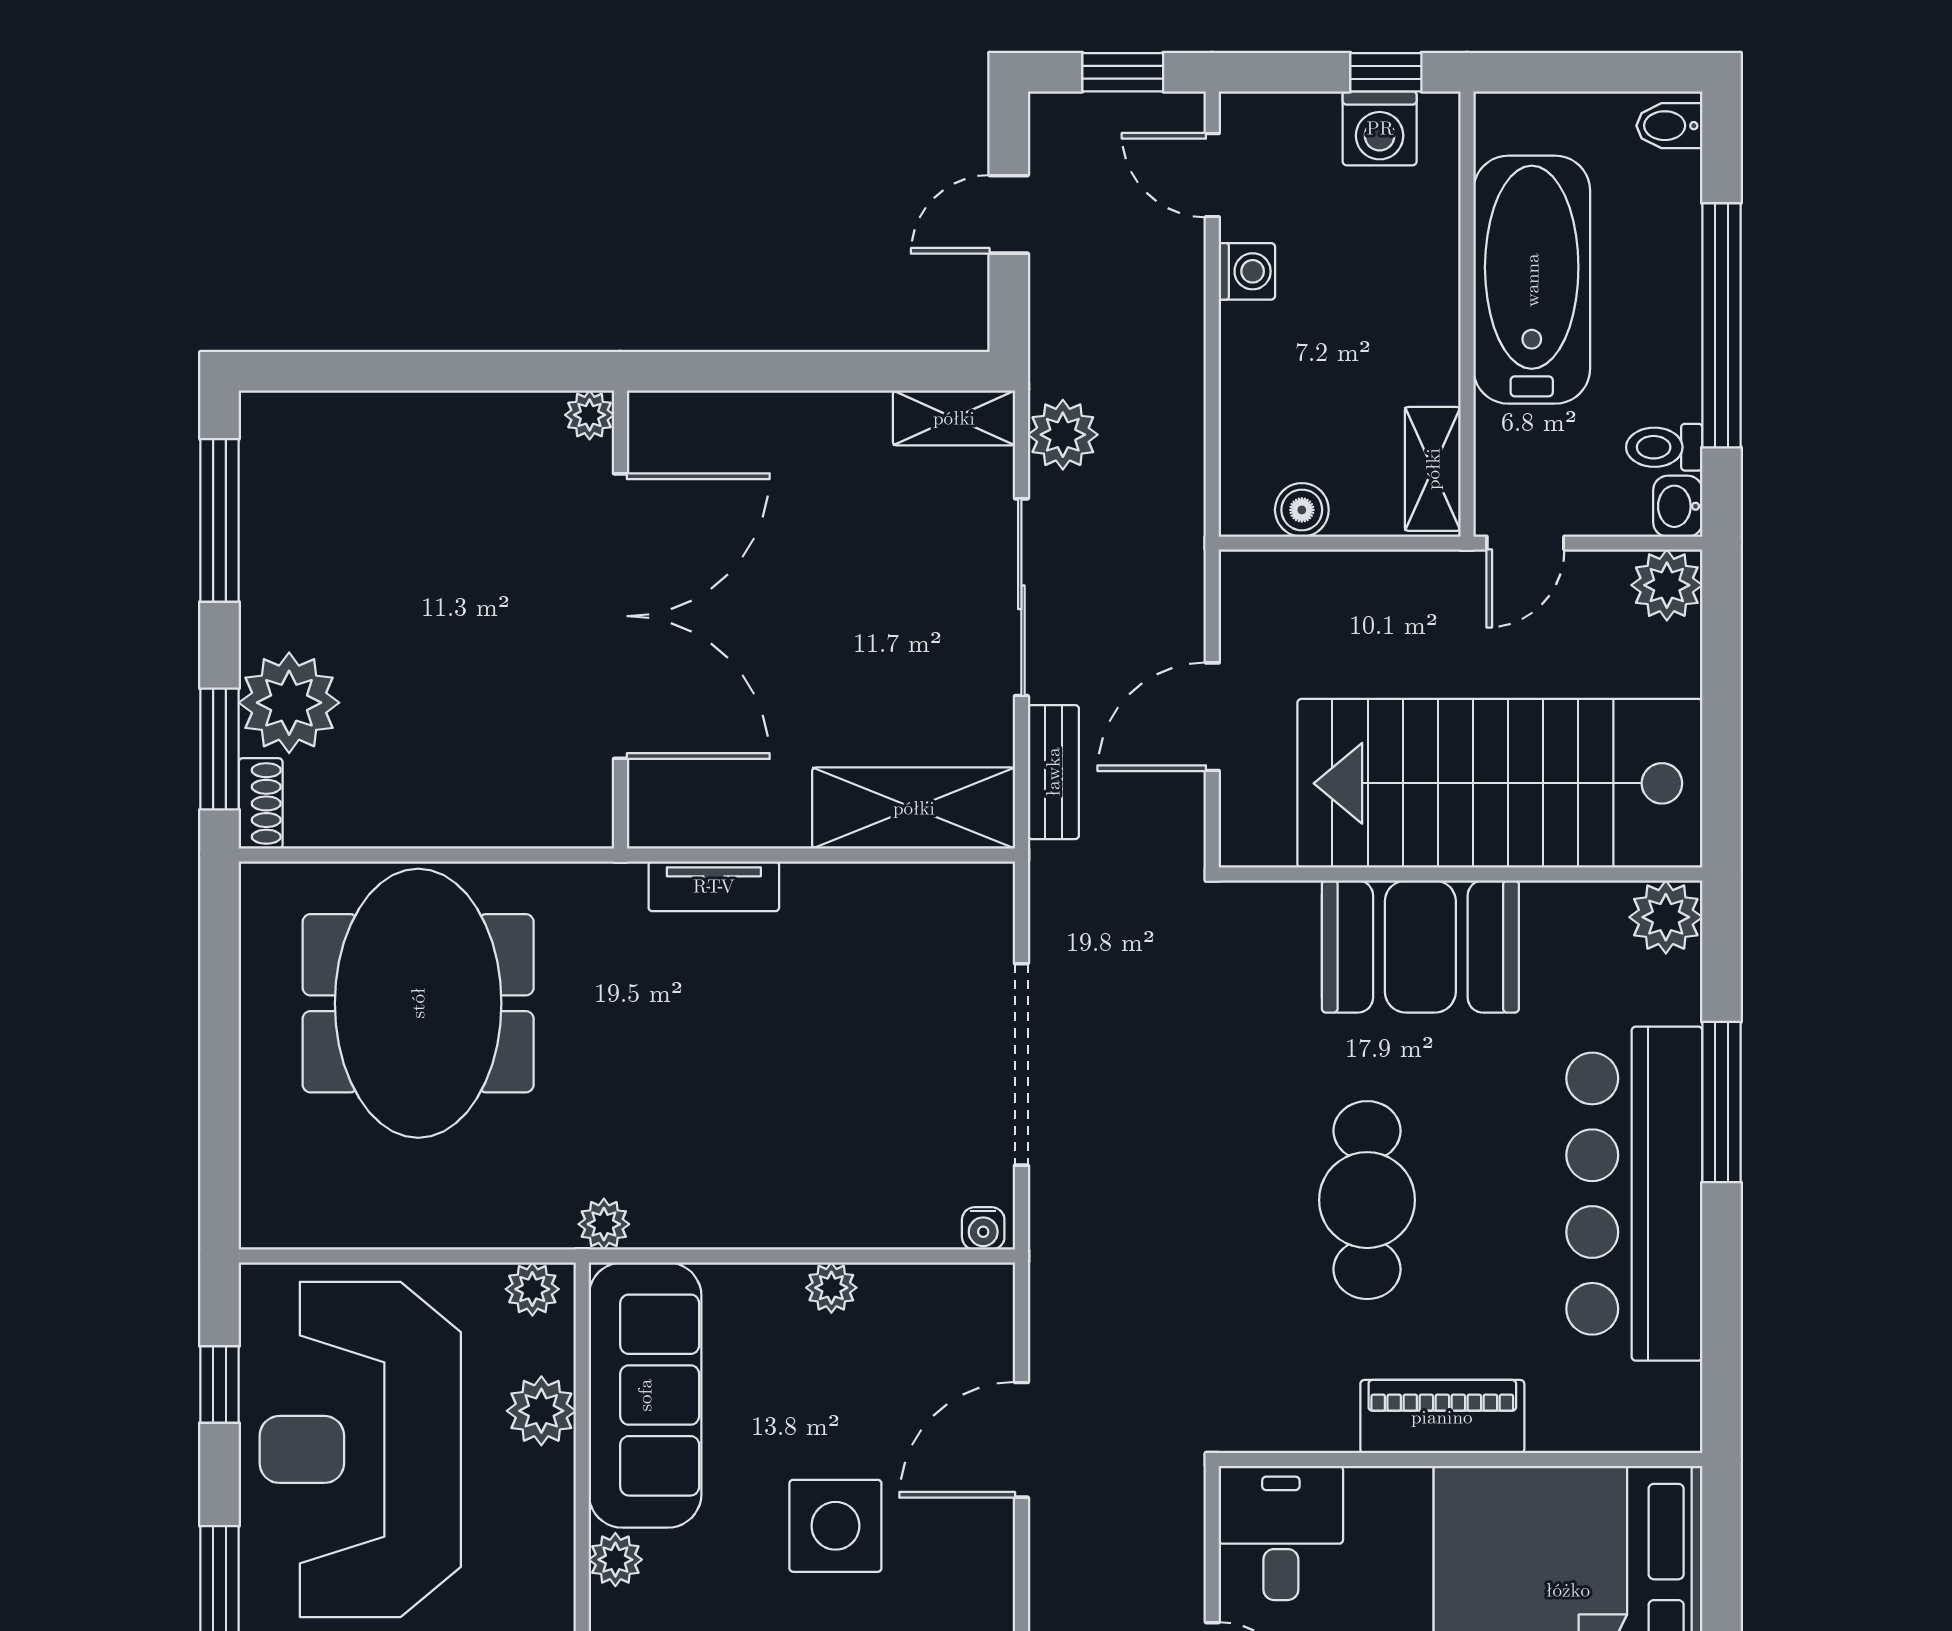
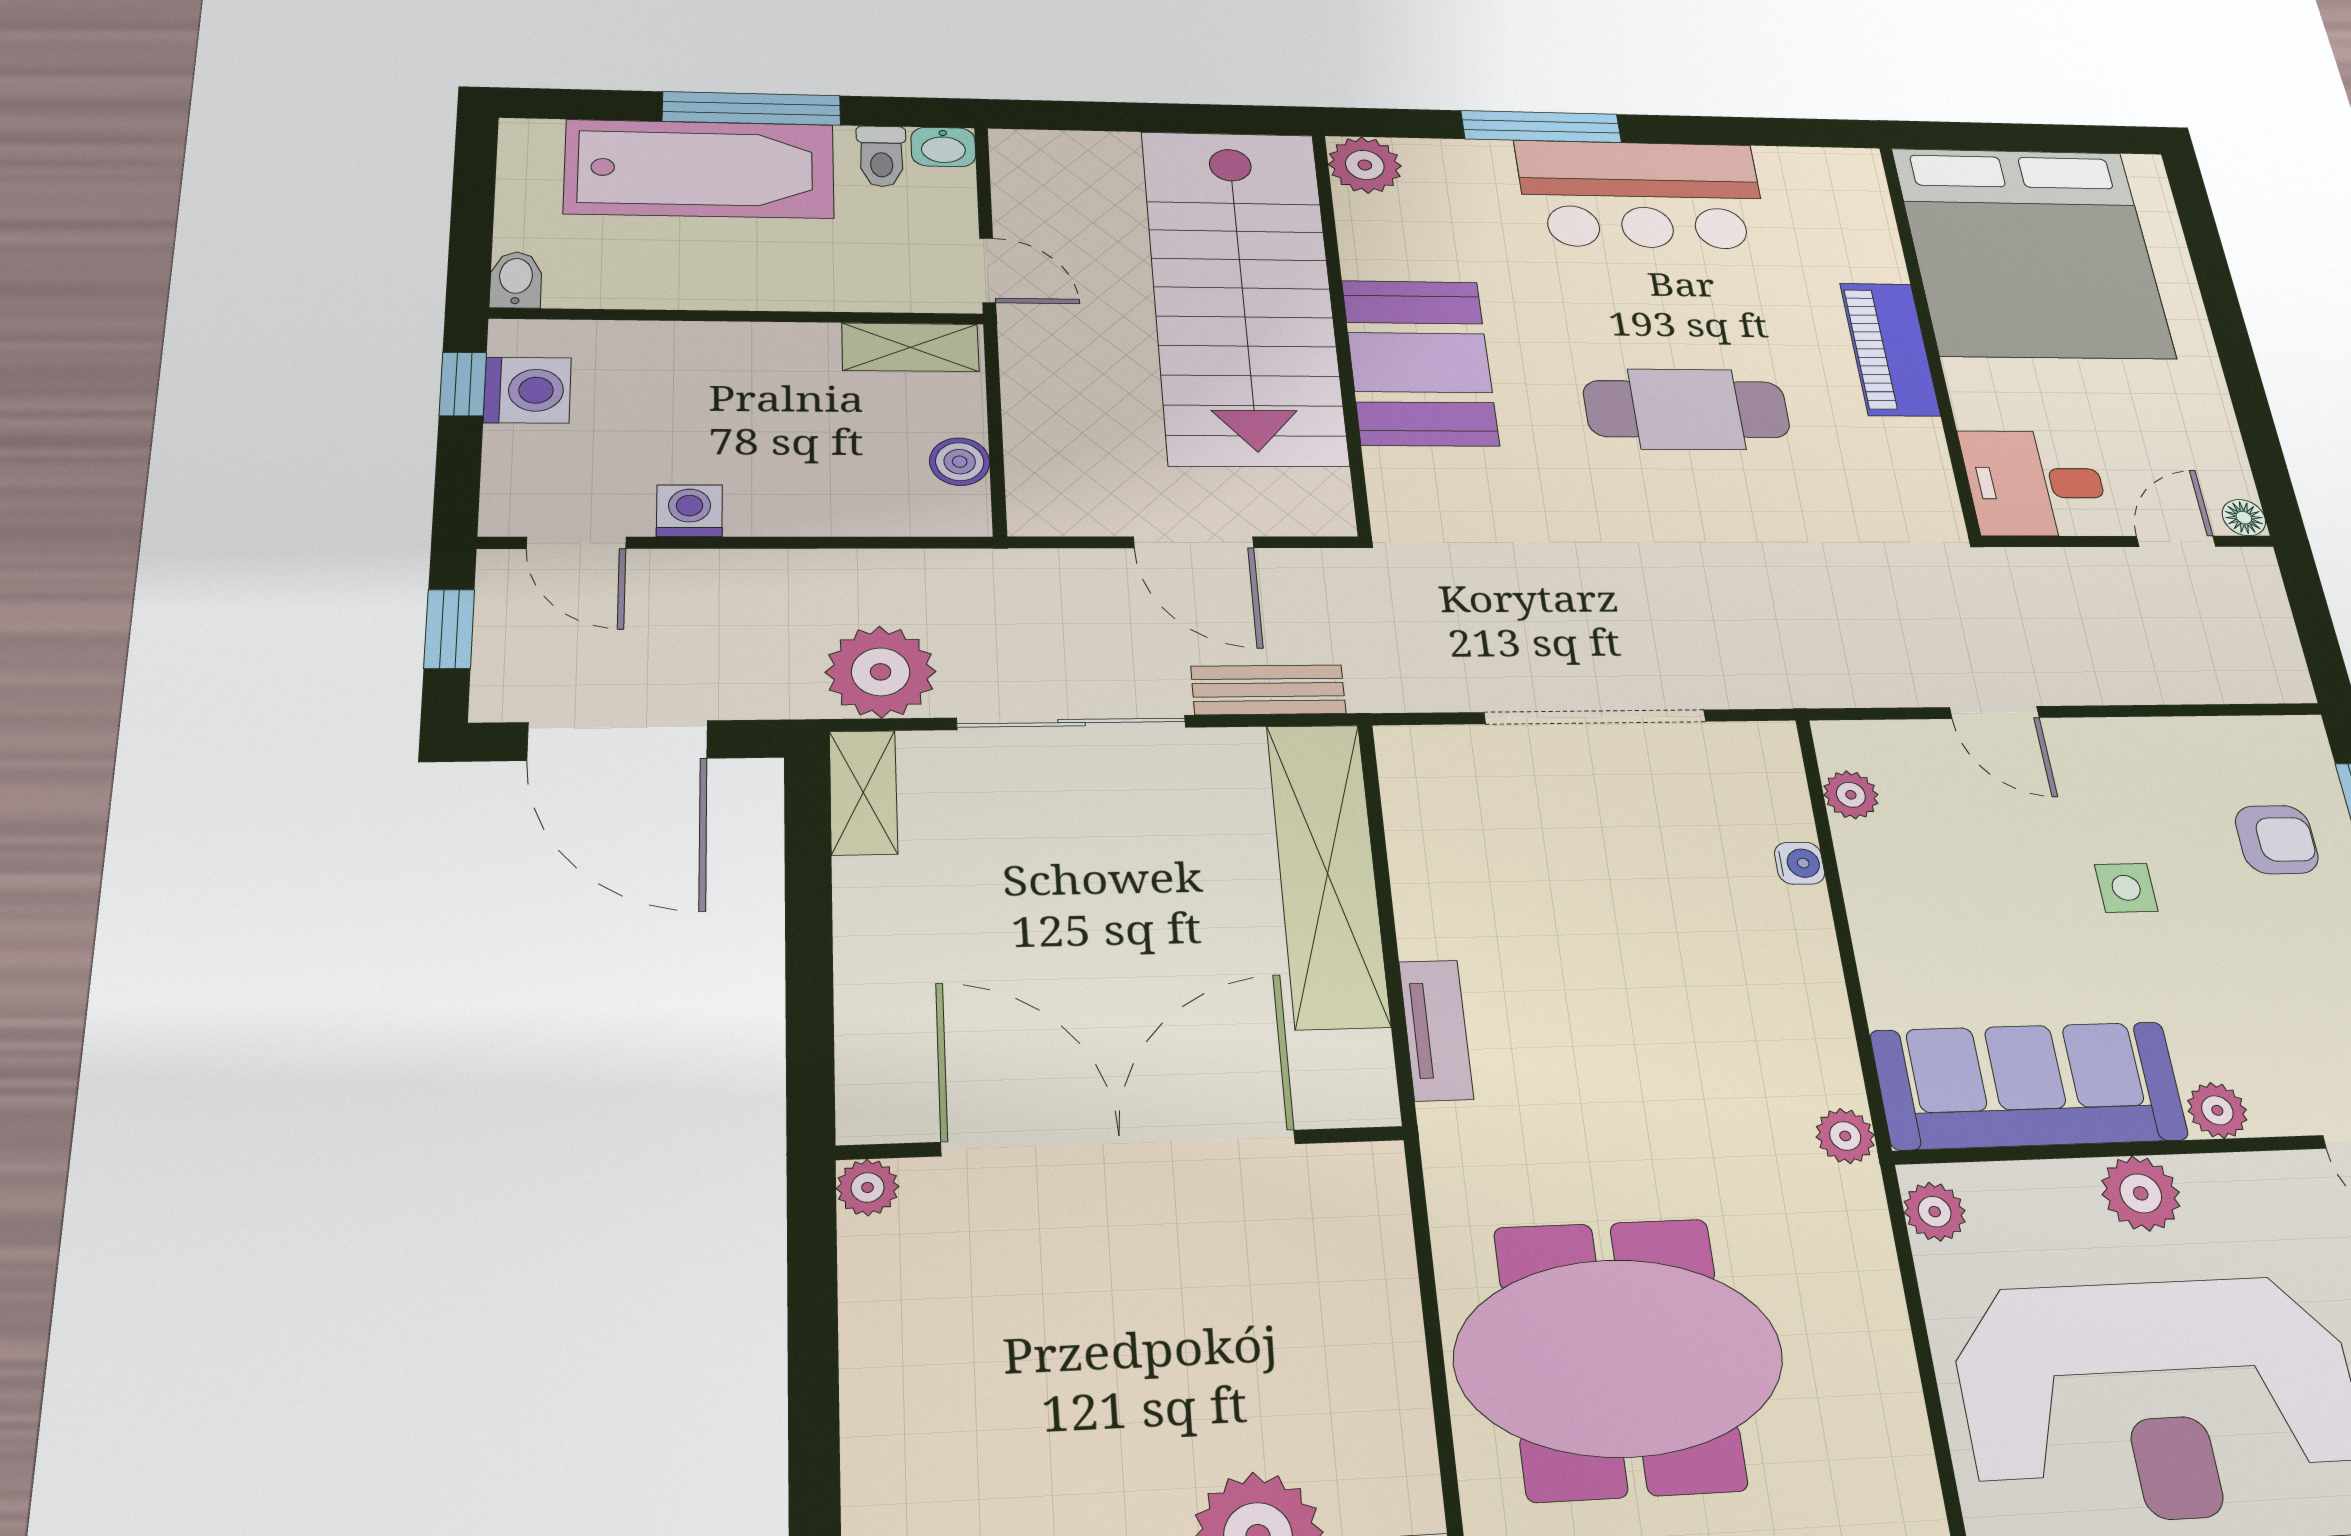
bidet: (1669, 126) -> (516, 280), moved, turned 180
door: (1212, 175) -> (576, 543), hinge flipped
door: (1009, 214) -> (618, 740), width x1.88
bathtub: (1532, 280) -> (700, 169), moved, turned 180
window: (1722, 325) -> (752, 108), width x0.68
plant: (1063, 435) -> (881, 672), width x1.36, depth x1.36
plant: (1667, 585) -> (1026, 157), removed
shelving: (914, 808) -> (1327, 873), width x1.47
bar counter: (1634, 1194) -> (1642, 195), width x0.73
water cooler: (983, 1228) -> (1800, 863), moved
plant: (831, 1288) -> (1851, 795), moved
plant: (541, 1411) -> (2141, 1193), moved
door: (1021, 1440) -> (1995, 712), width x0.73
side table: (835, 1526) -> (2126, 888), width x0.54, depth x0.54

